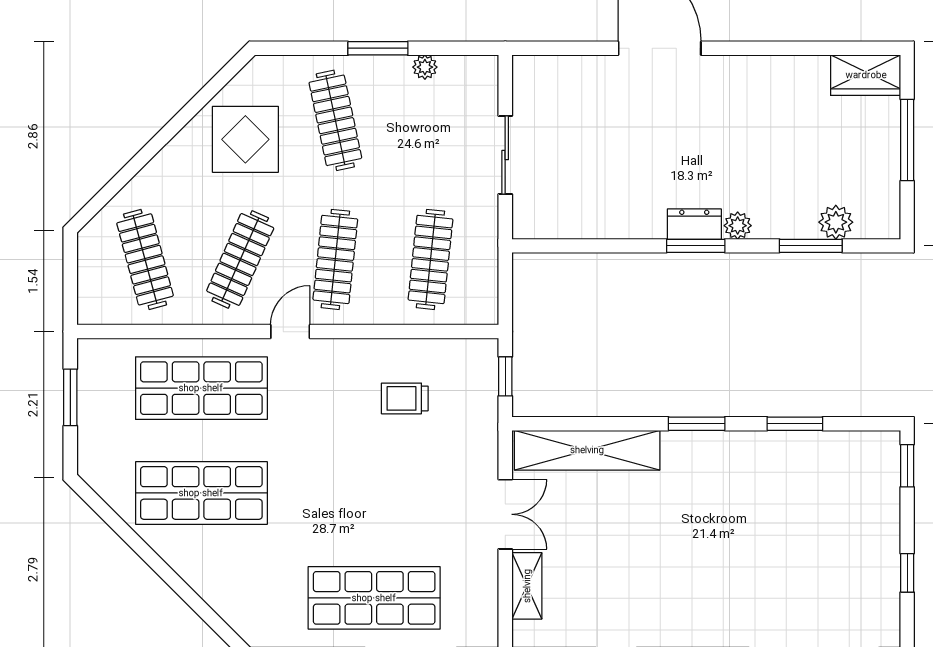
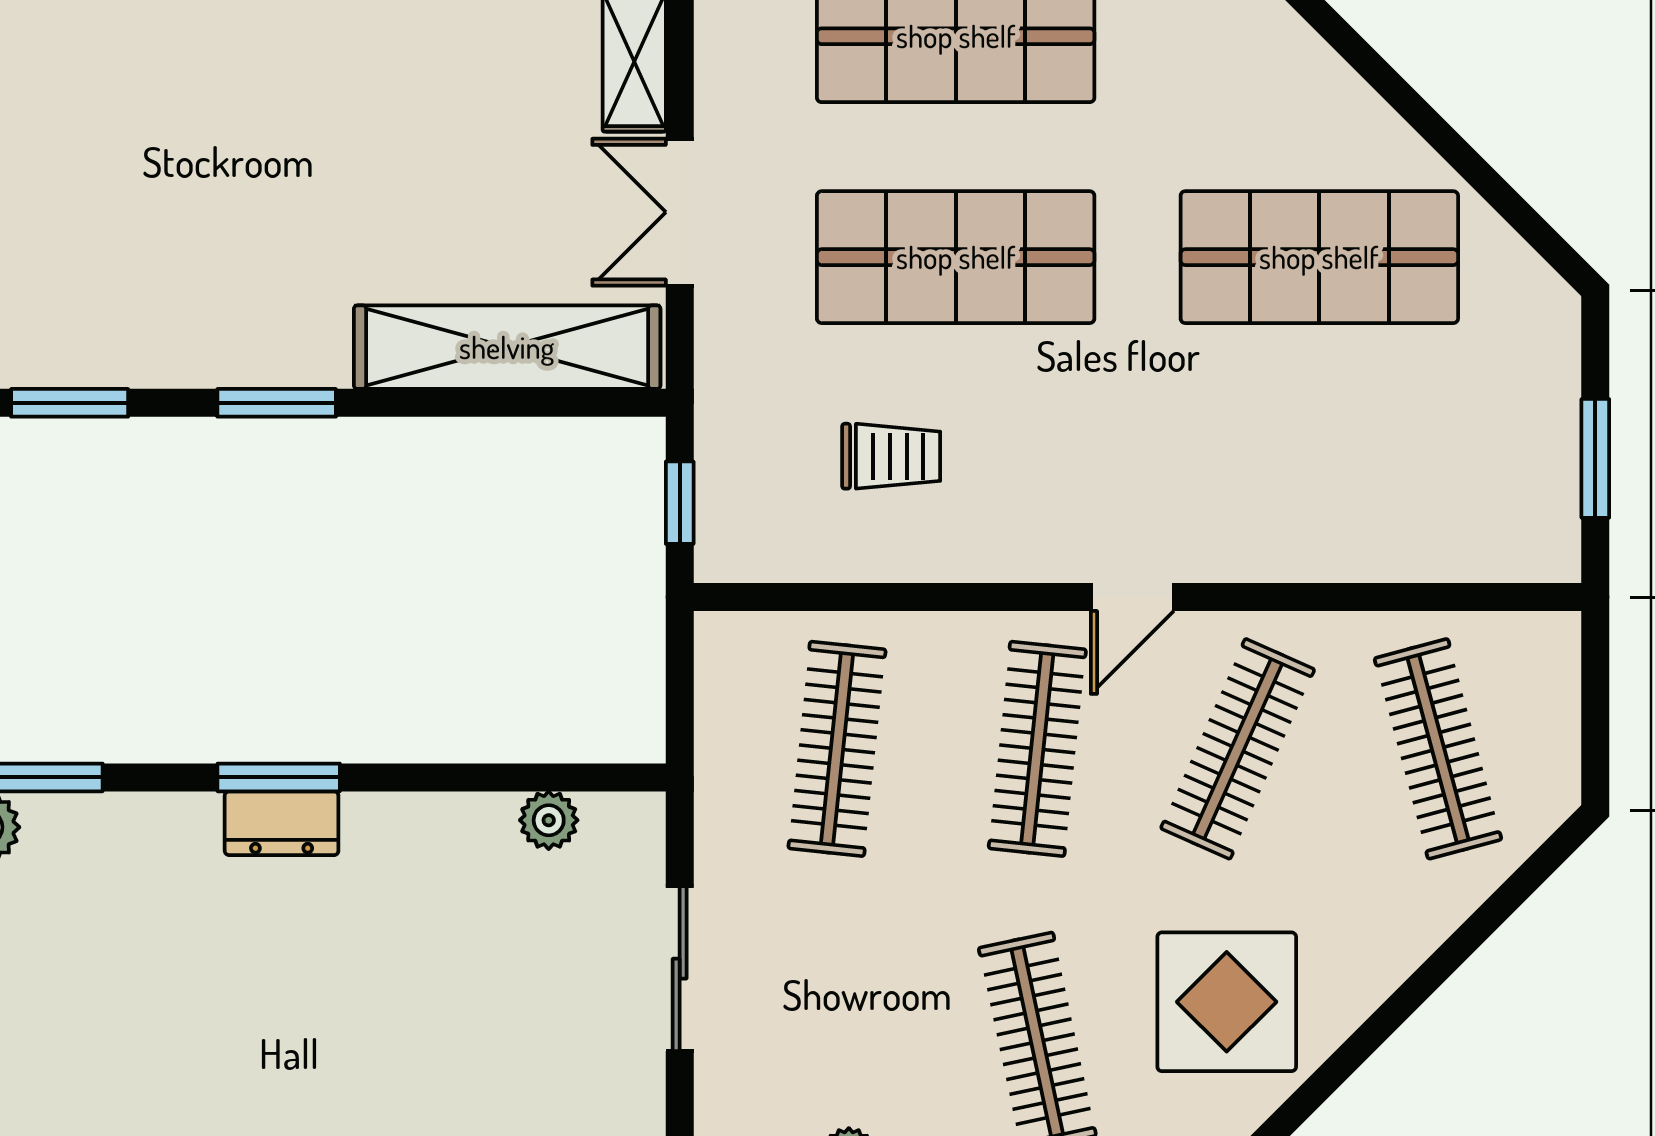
plant: (738, 226) -> (549, 820), moved
shop shelf: (201, 388) -> (956, 257), moved

